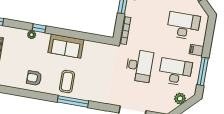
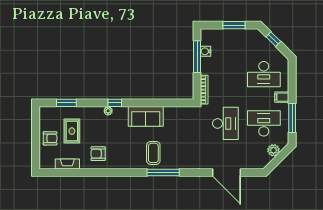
desk: (183, 26) -> (264, 74), turned 180
armchair: (34, 78) -> (98, 154), moved

